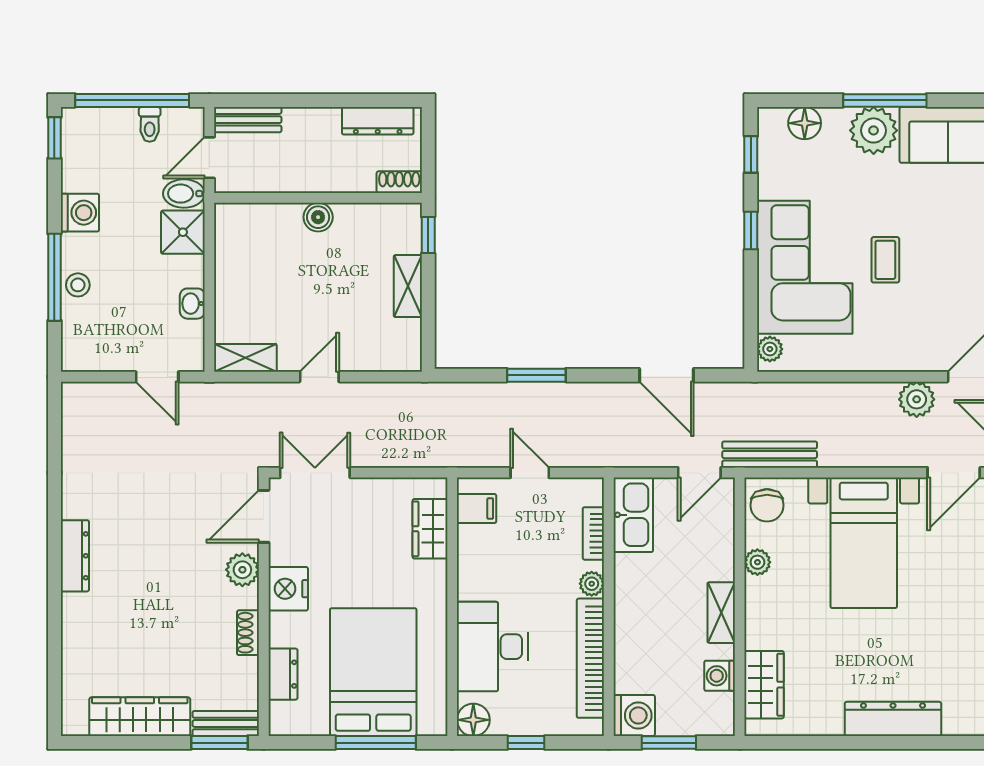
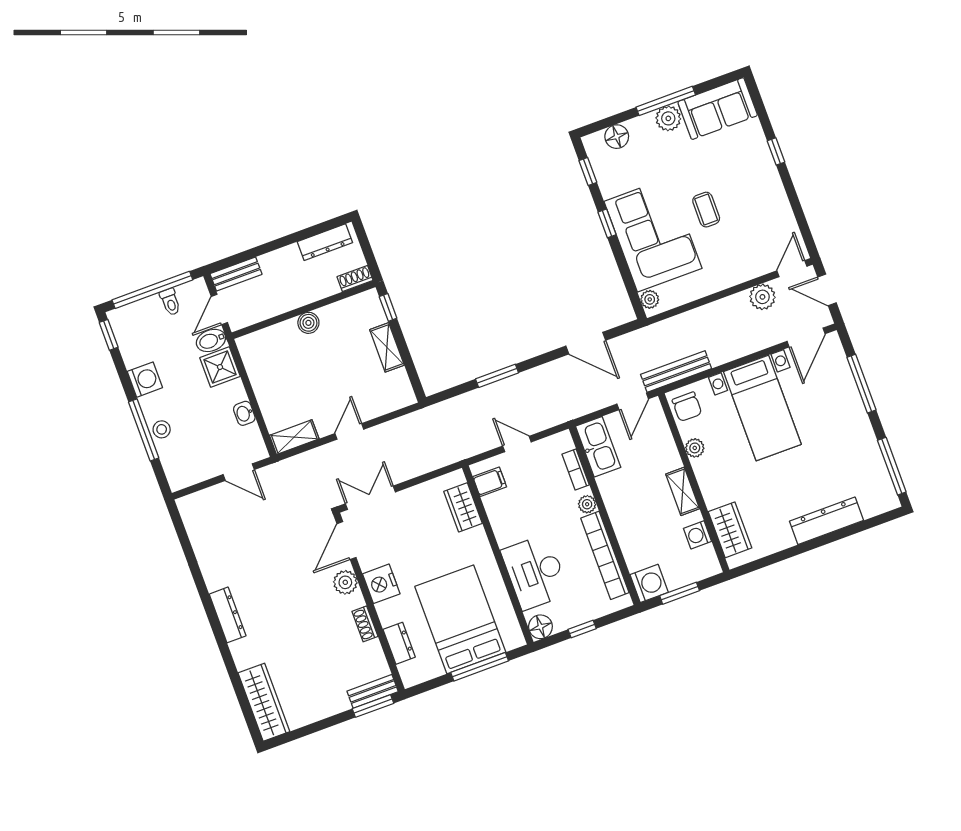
plant: (874, 130) -> (668, 118), width x0.73, depth x0.73
wardrobe: (140, 717) -> (264, 702), moved, turned 90

